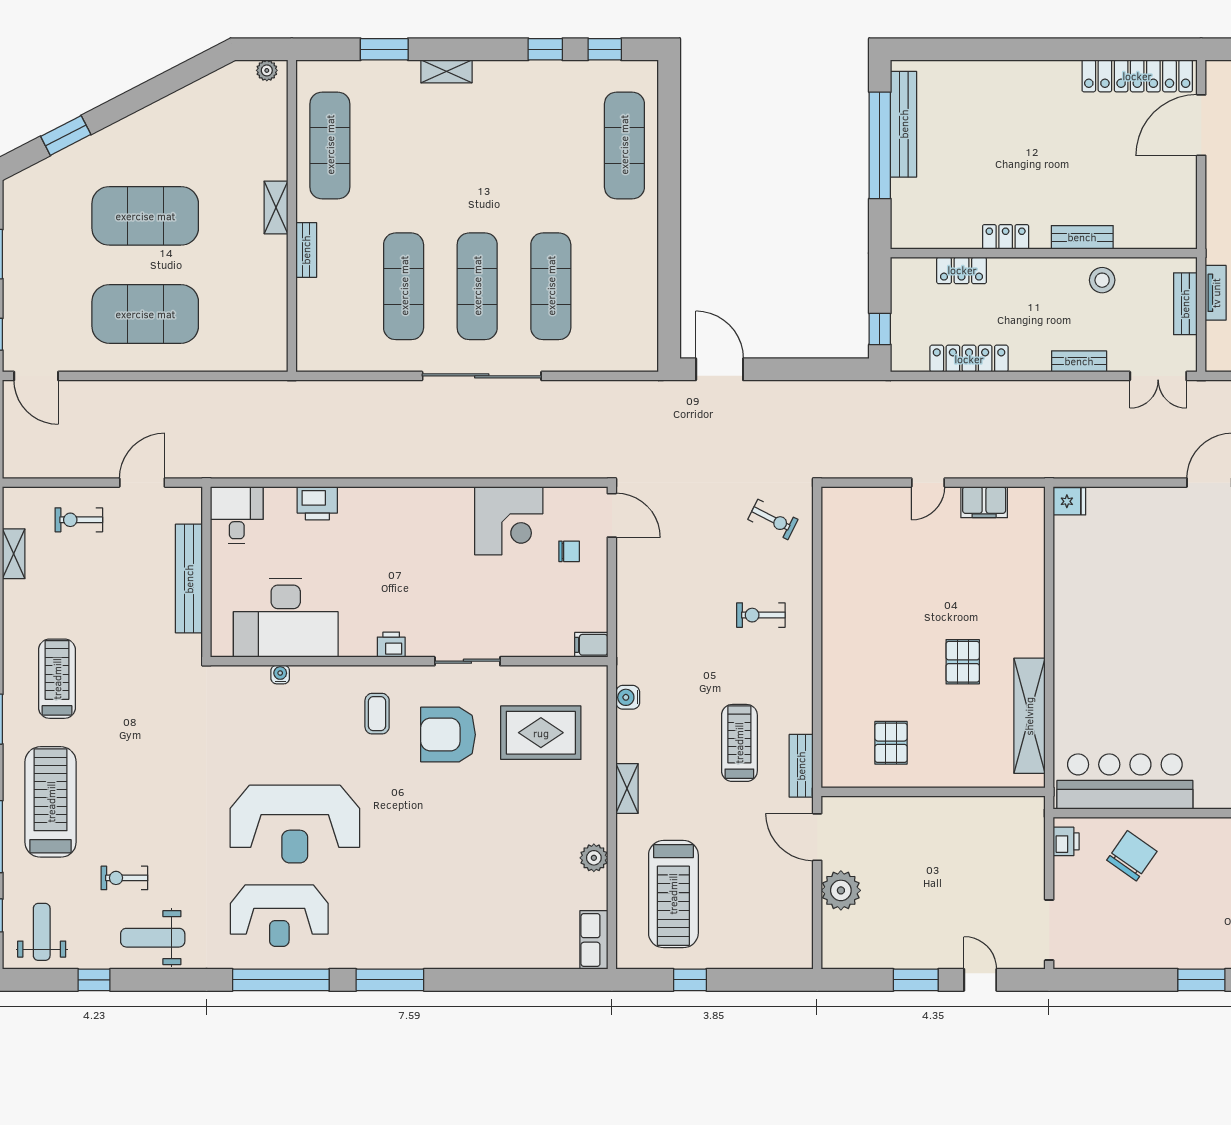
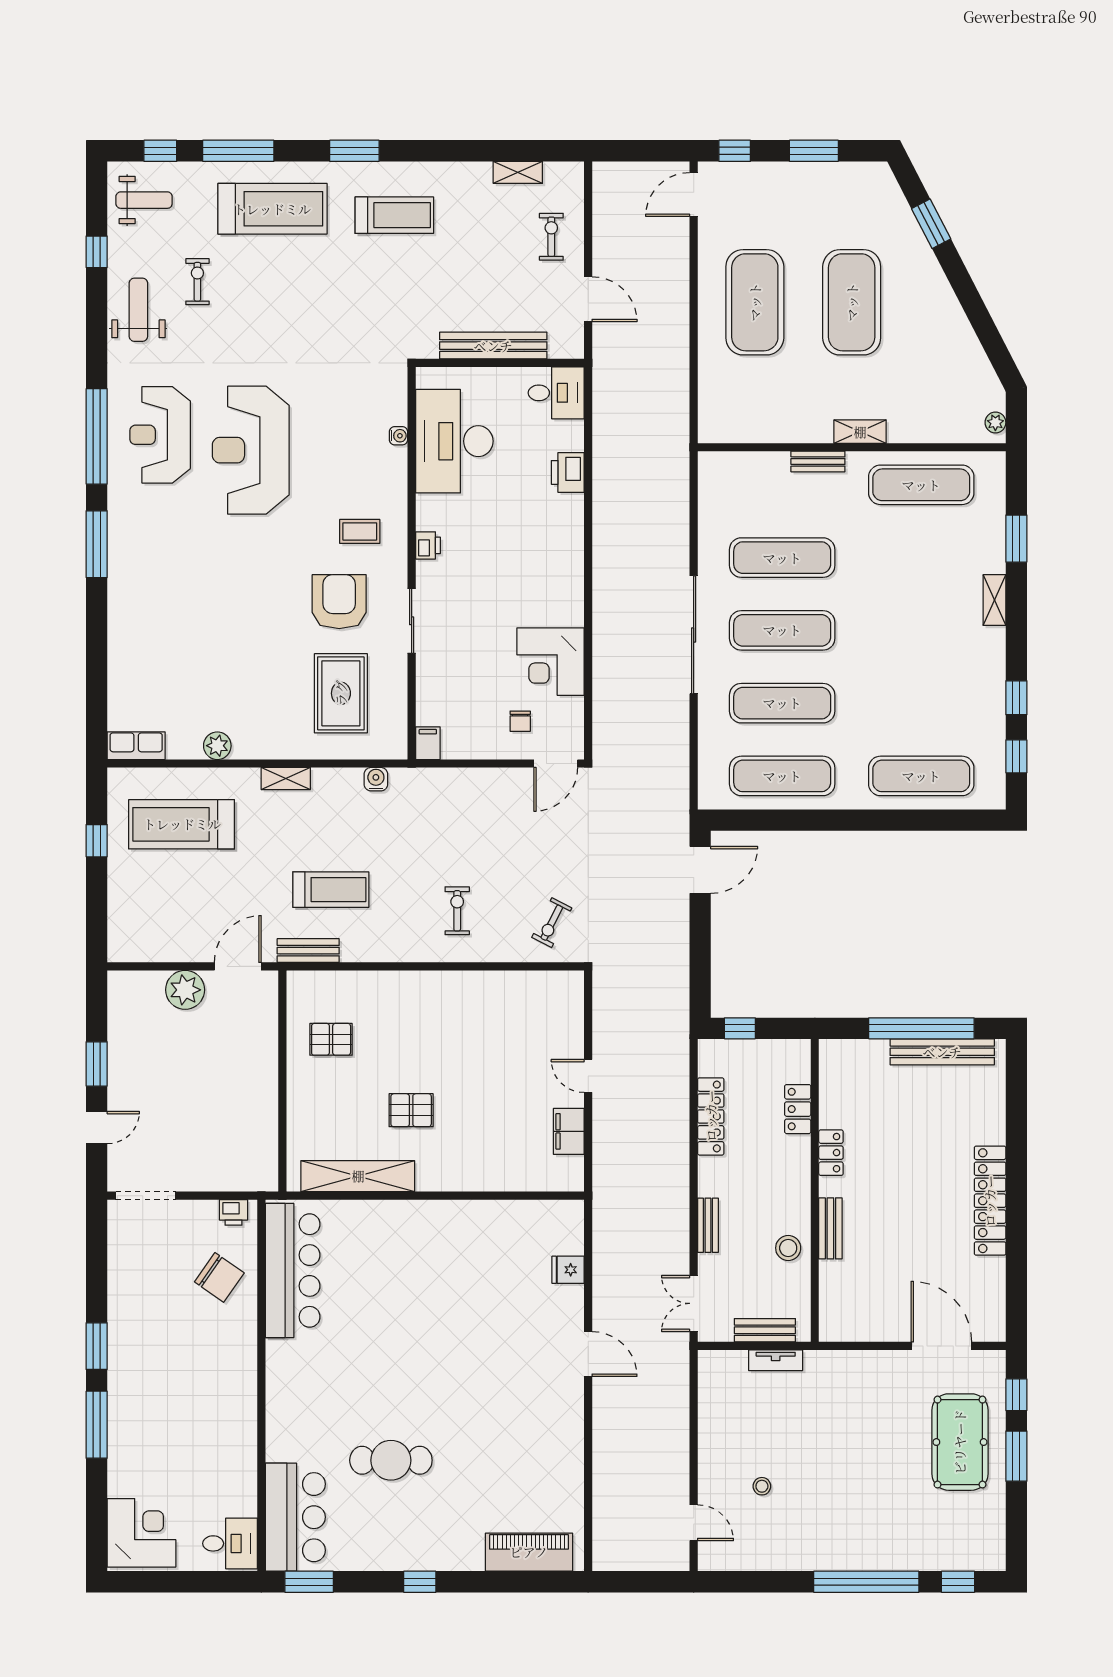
locker: (1137, 76) -> (990, 1201), moved
exercise mat: (624, 286) -> (782, 776), added
fridge: (1069, 501) -> (568, 1270), moved, turned 90

